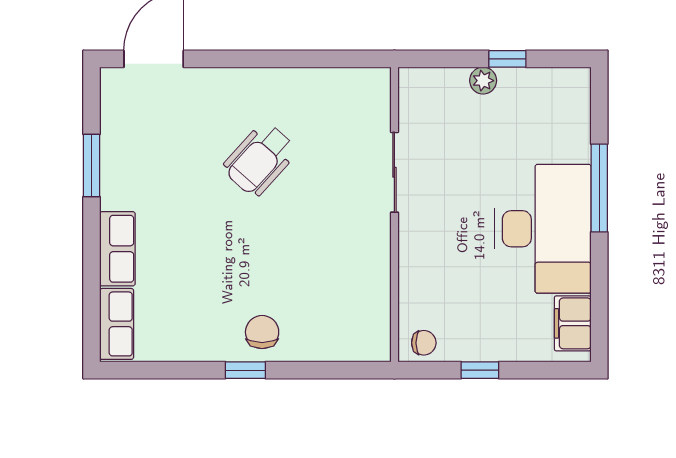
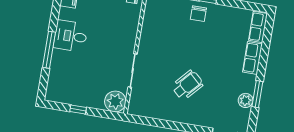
plant: (483, 81) -> (115, 101), moved, width x1.88, depth x1.88
plant: (117, 146) -> (246, 100), added
desk: (543, 229) -> (71, 36), width x0.53, depth x0.77

